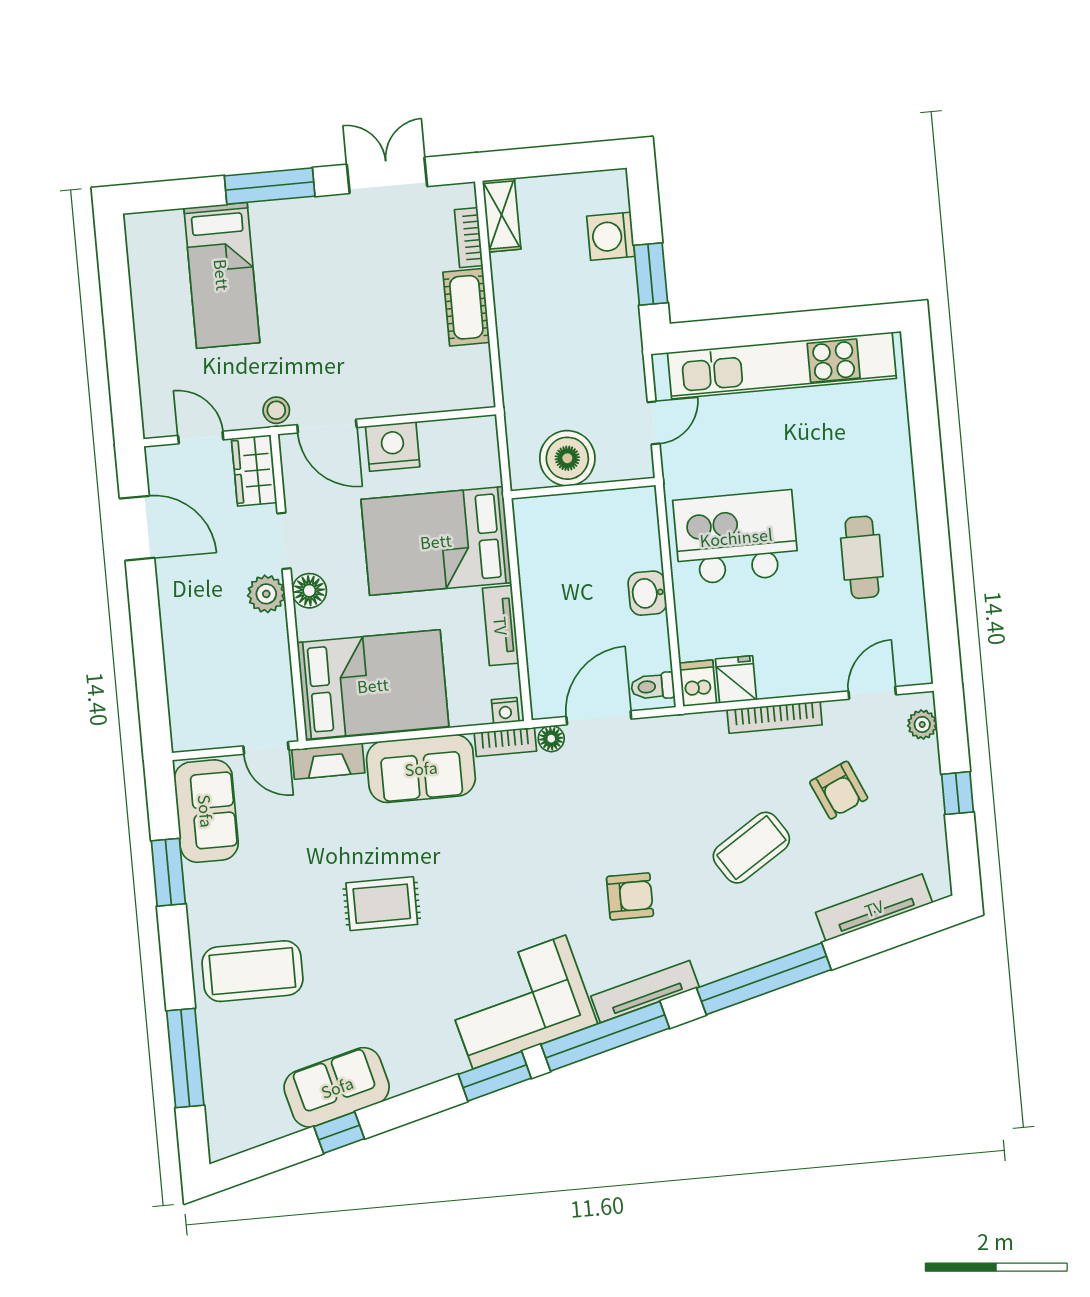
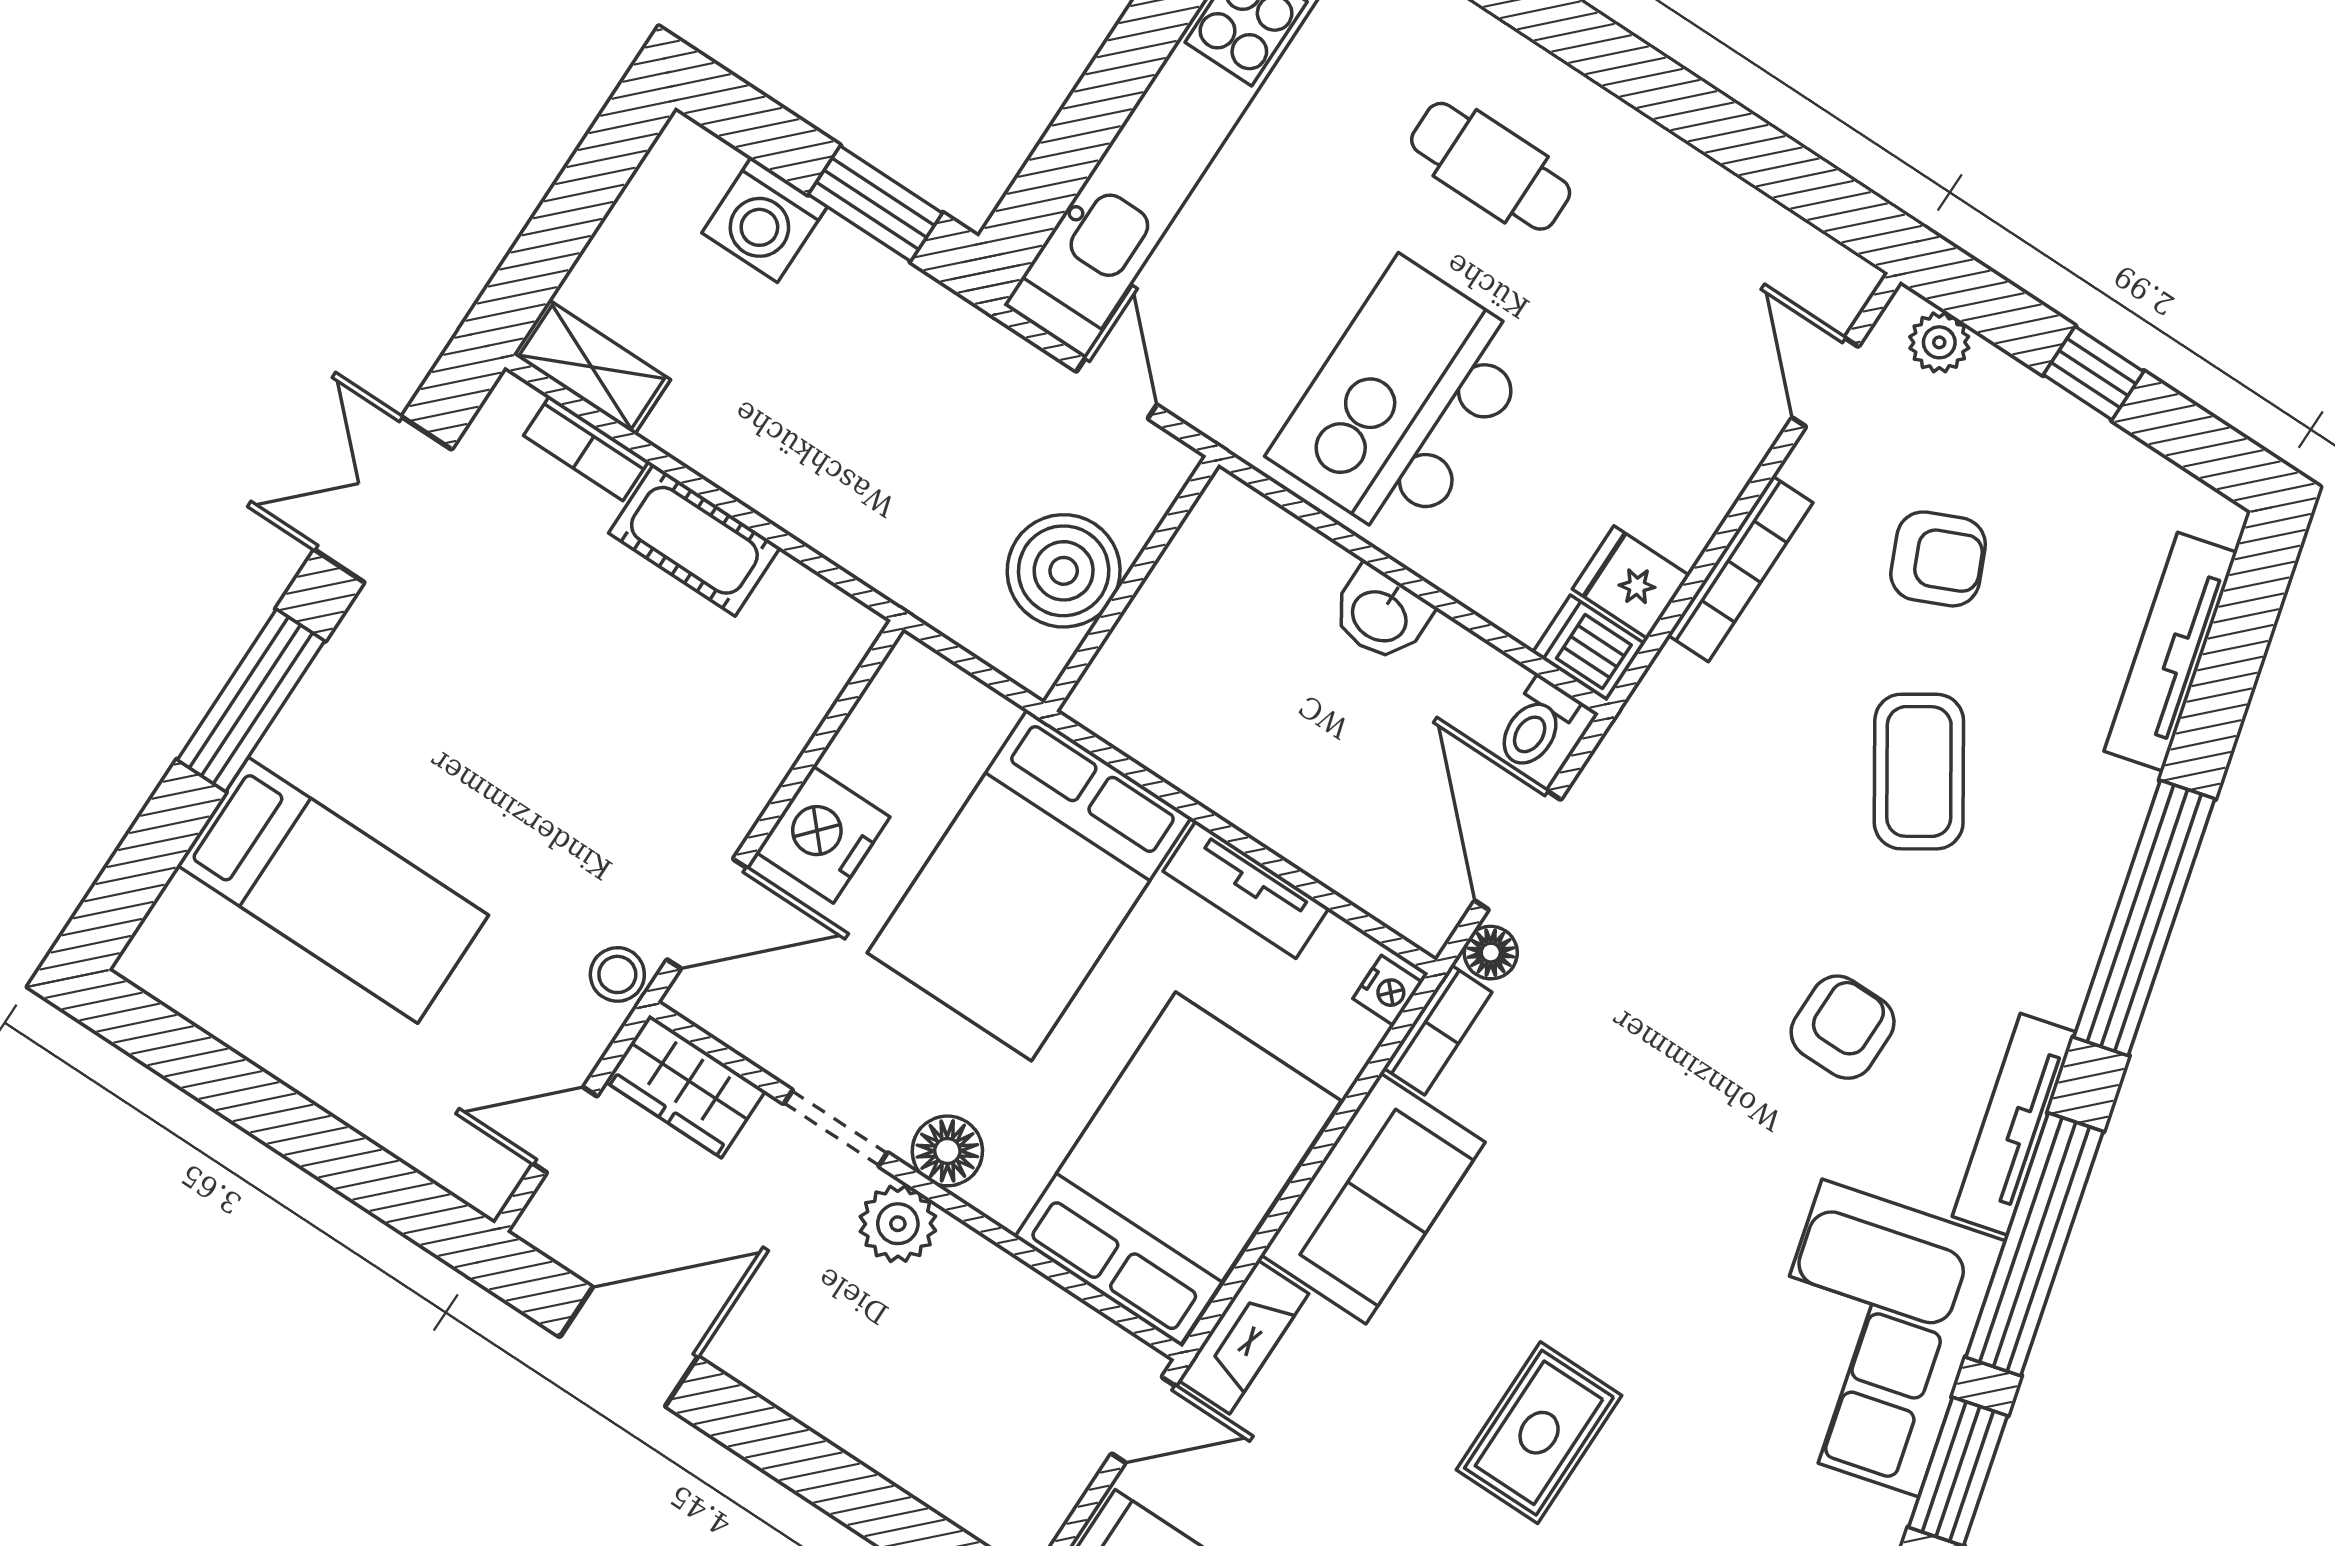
cafe table: (862, 557) -> (1491, 166), moved

